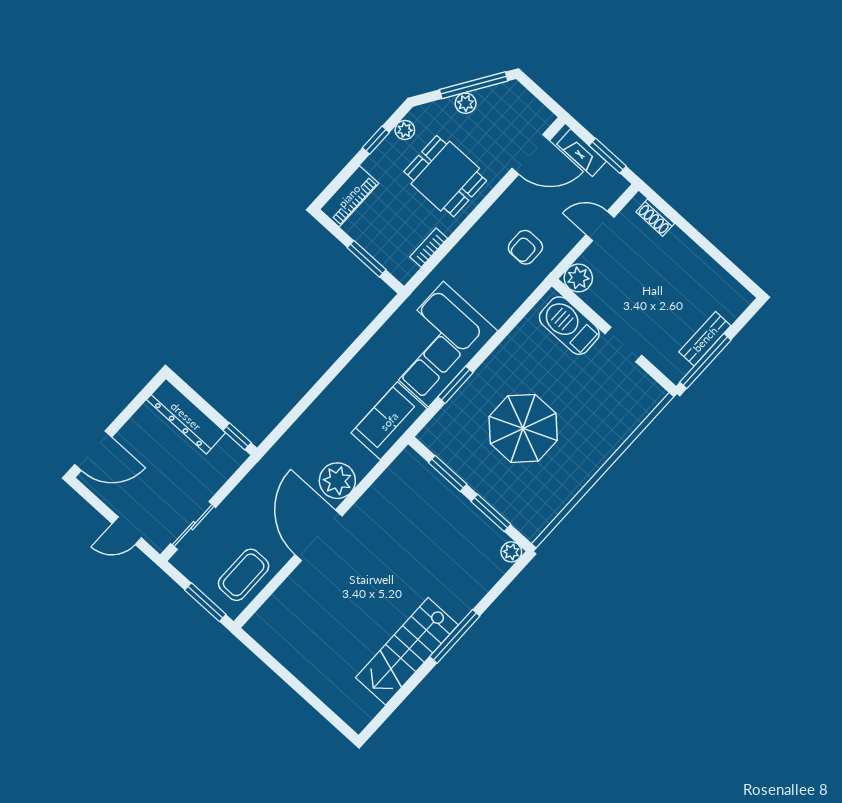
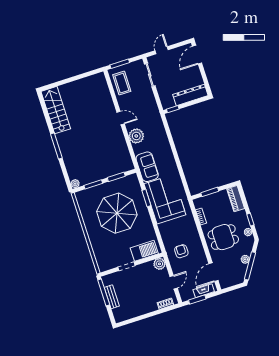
parasol: (523, 428) -> (117, 213), width x1.36, depth x1.36
door: (318, 535) -> (121, 118), width x0.53
stairs: (407, 651) -> (56, 110), moved

